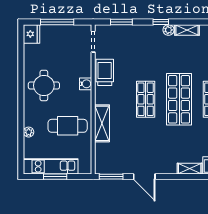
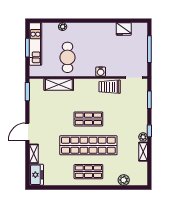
fridge: (32, 34) -> (124, 29), moved
trolley: (105, 72) -> (110, 87), turned 180
round table: (44, 86) -> (99, 39), removed
shop shelf: (179, 99) -> (88, 145), width x1.40
shelving: (102, 123) -> (59, 85), moved
door: (144, 177) -> (27, 132), moved

